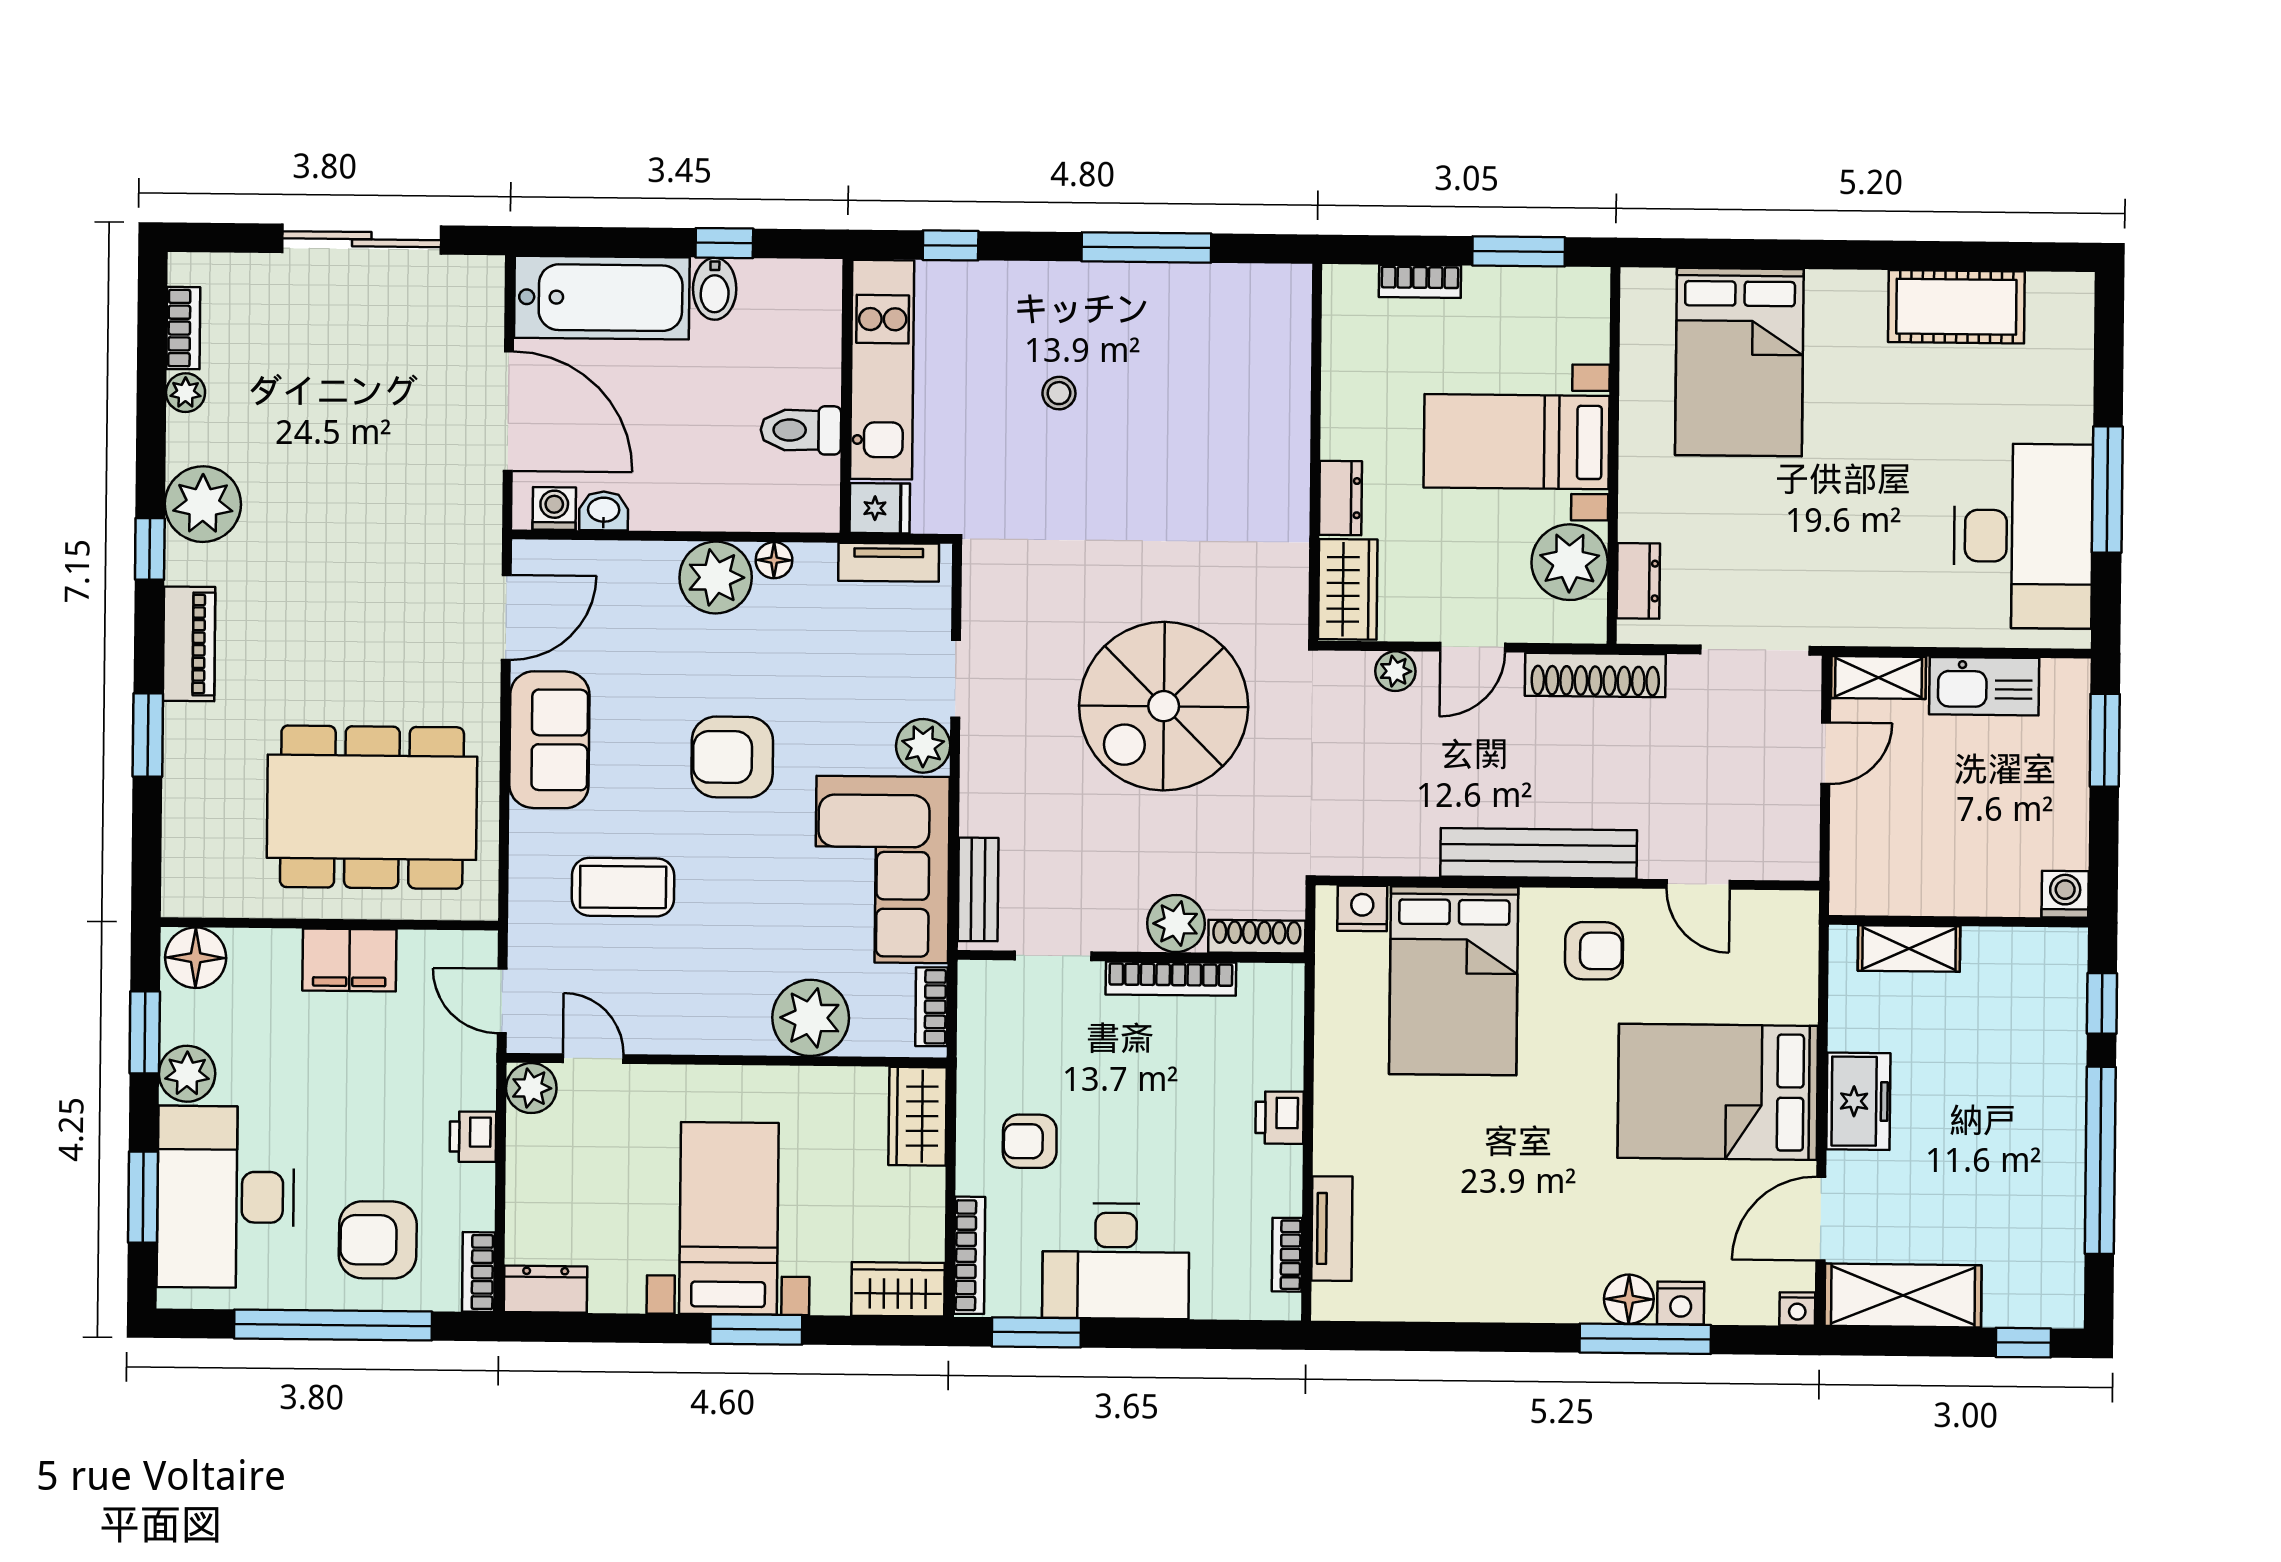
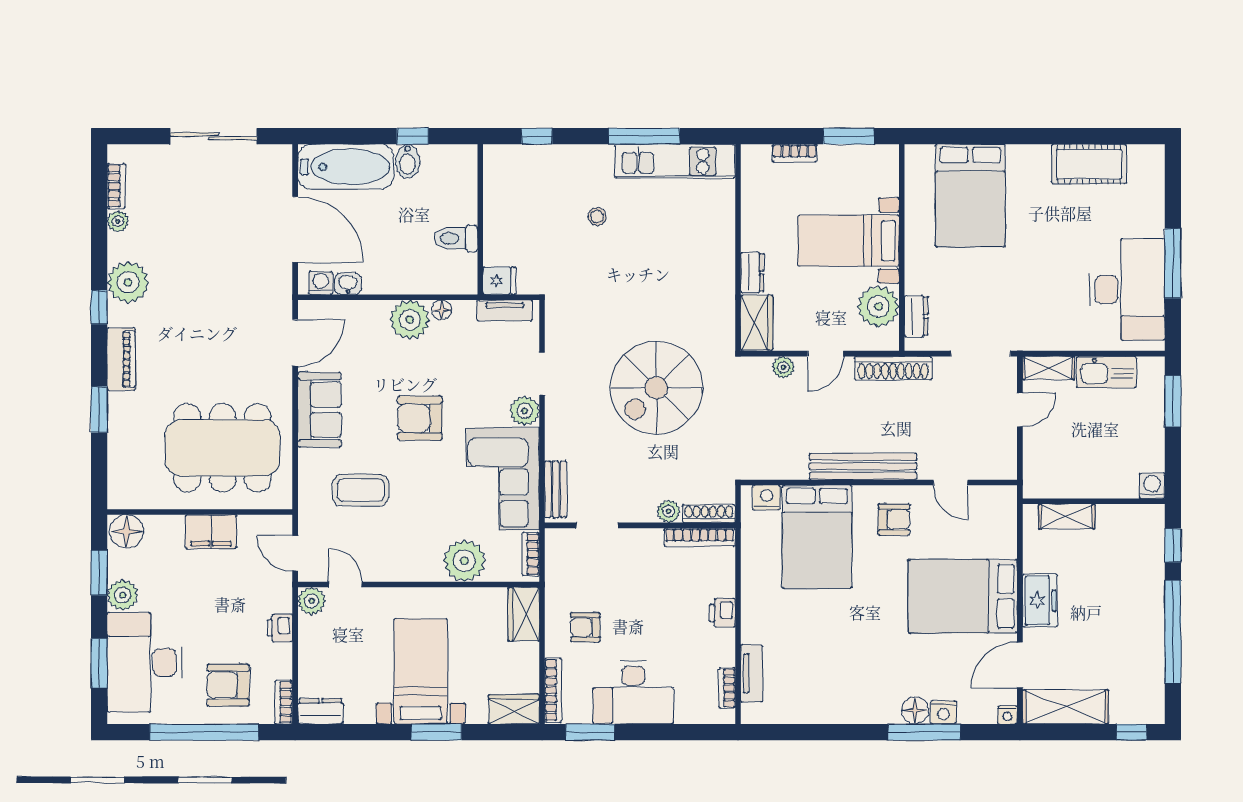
kitchen unit: (882, 370) -> (675, 161), moved, turned 90
plant: (1176, 924) -> (669, 511), width x0.73, depth x0.73
bookcase: (1171, 979) -> (700, 537), moved

